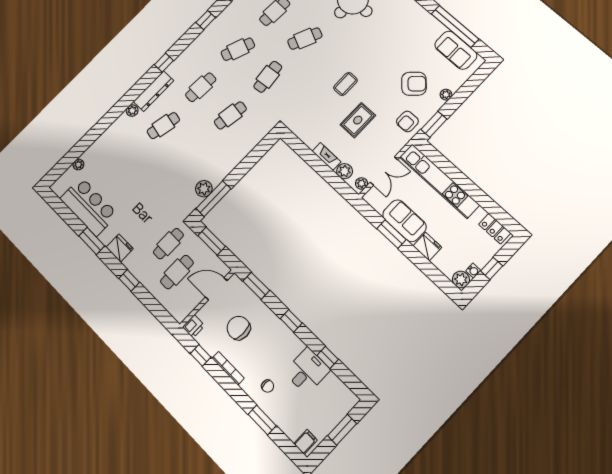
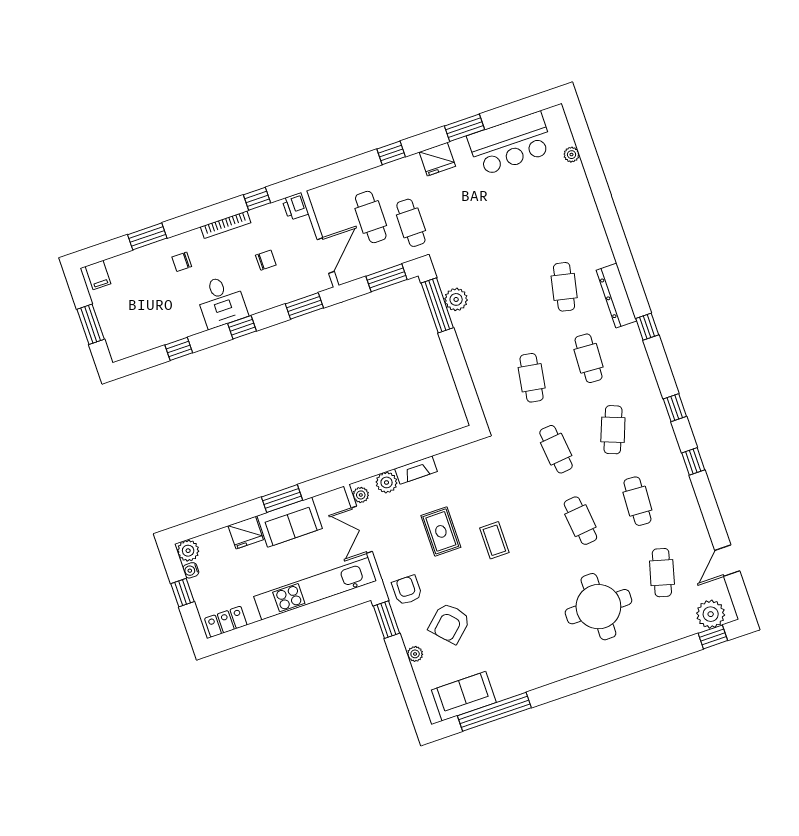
cafe table: (305, 39) -> (580, 521), turned -30
plant: (132, 111) -> (605, 256), removed
chair: (239, 328) -> (266, 260), width x0.54, depth x0.54
desk: (307, 371) -> (221, 301), moved

